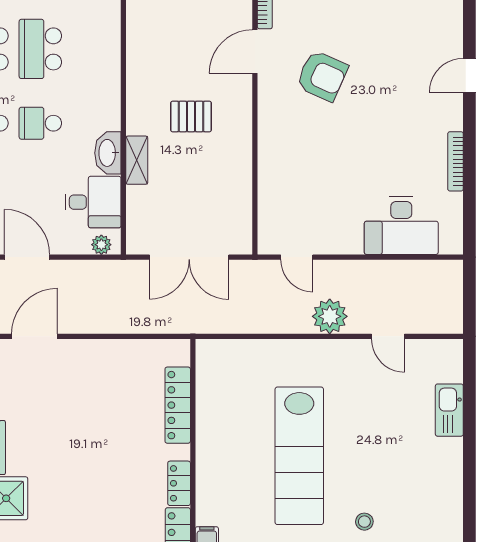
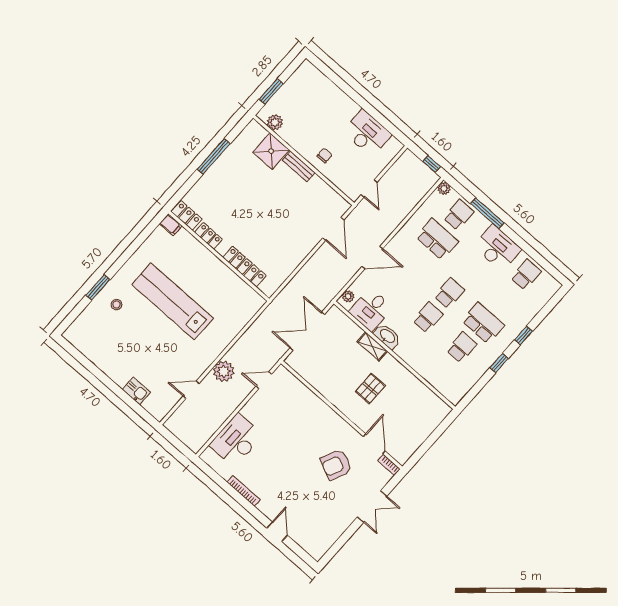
school desk: (40, 49) -> (462, 347), width x0.54
kitchen sink: (449, 410) -> (136, 391), width x0.73

